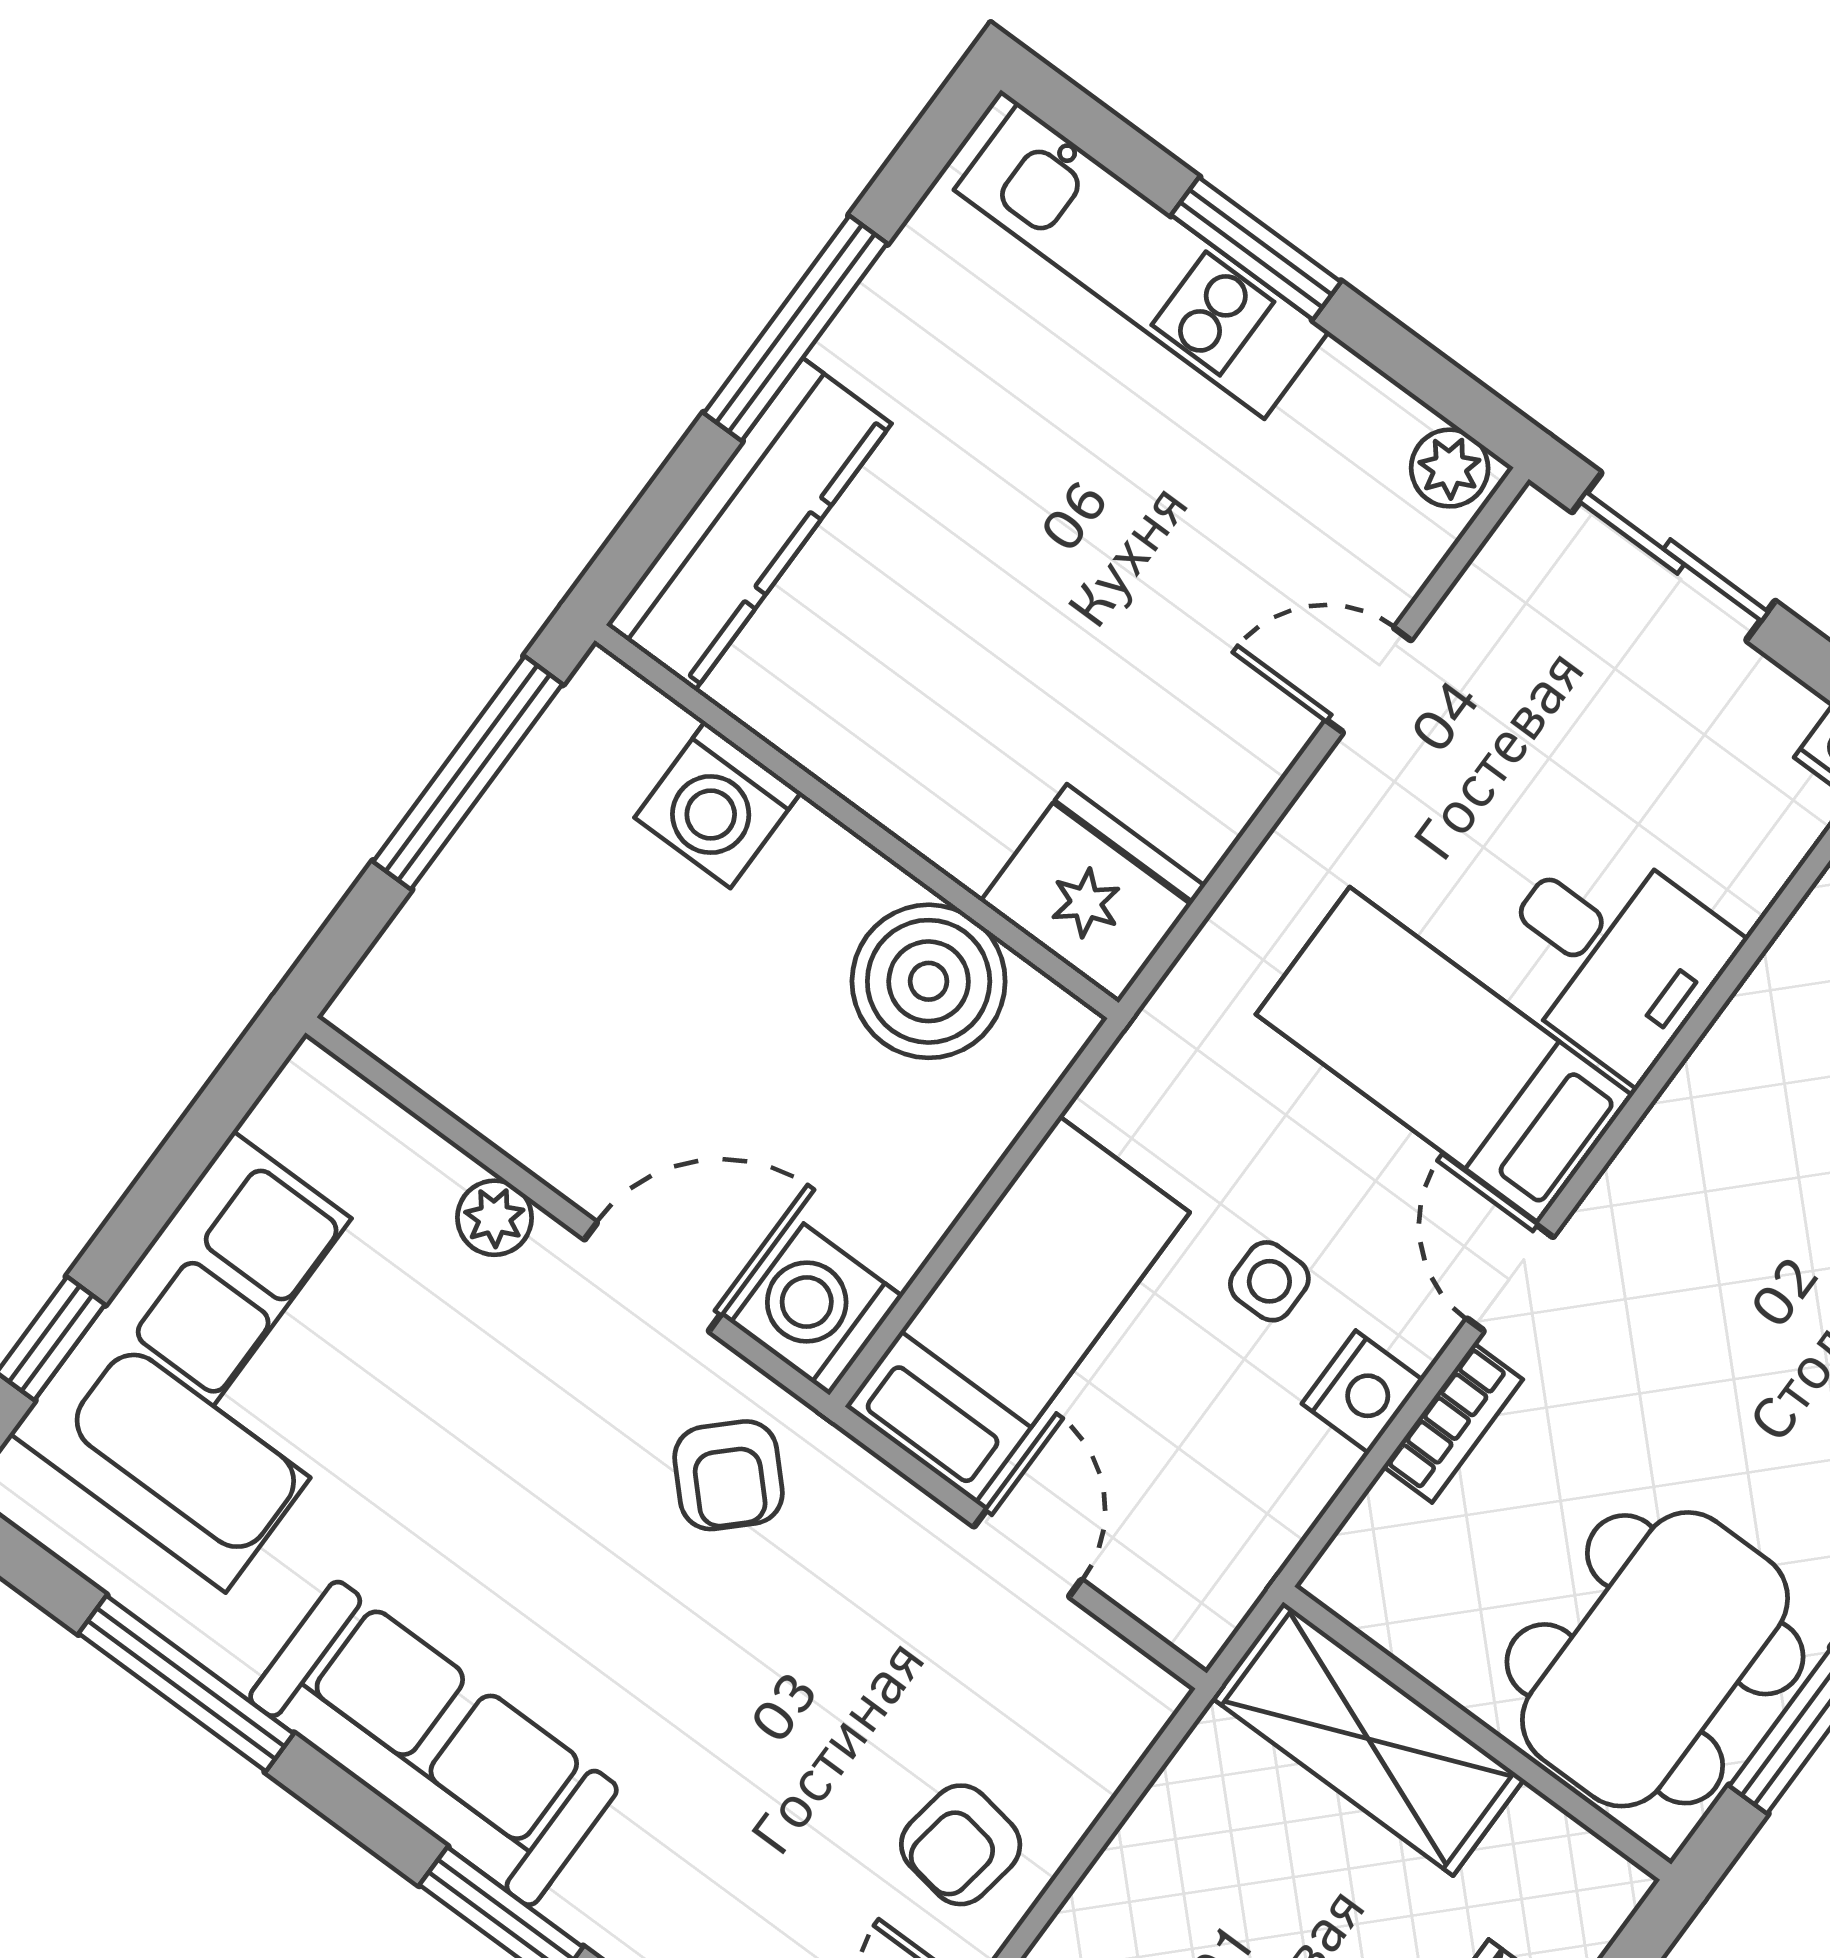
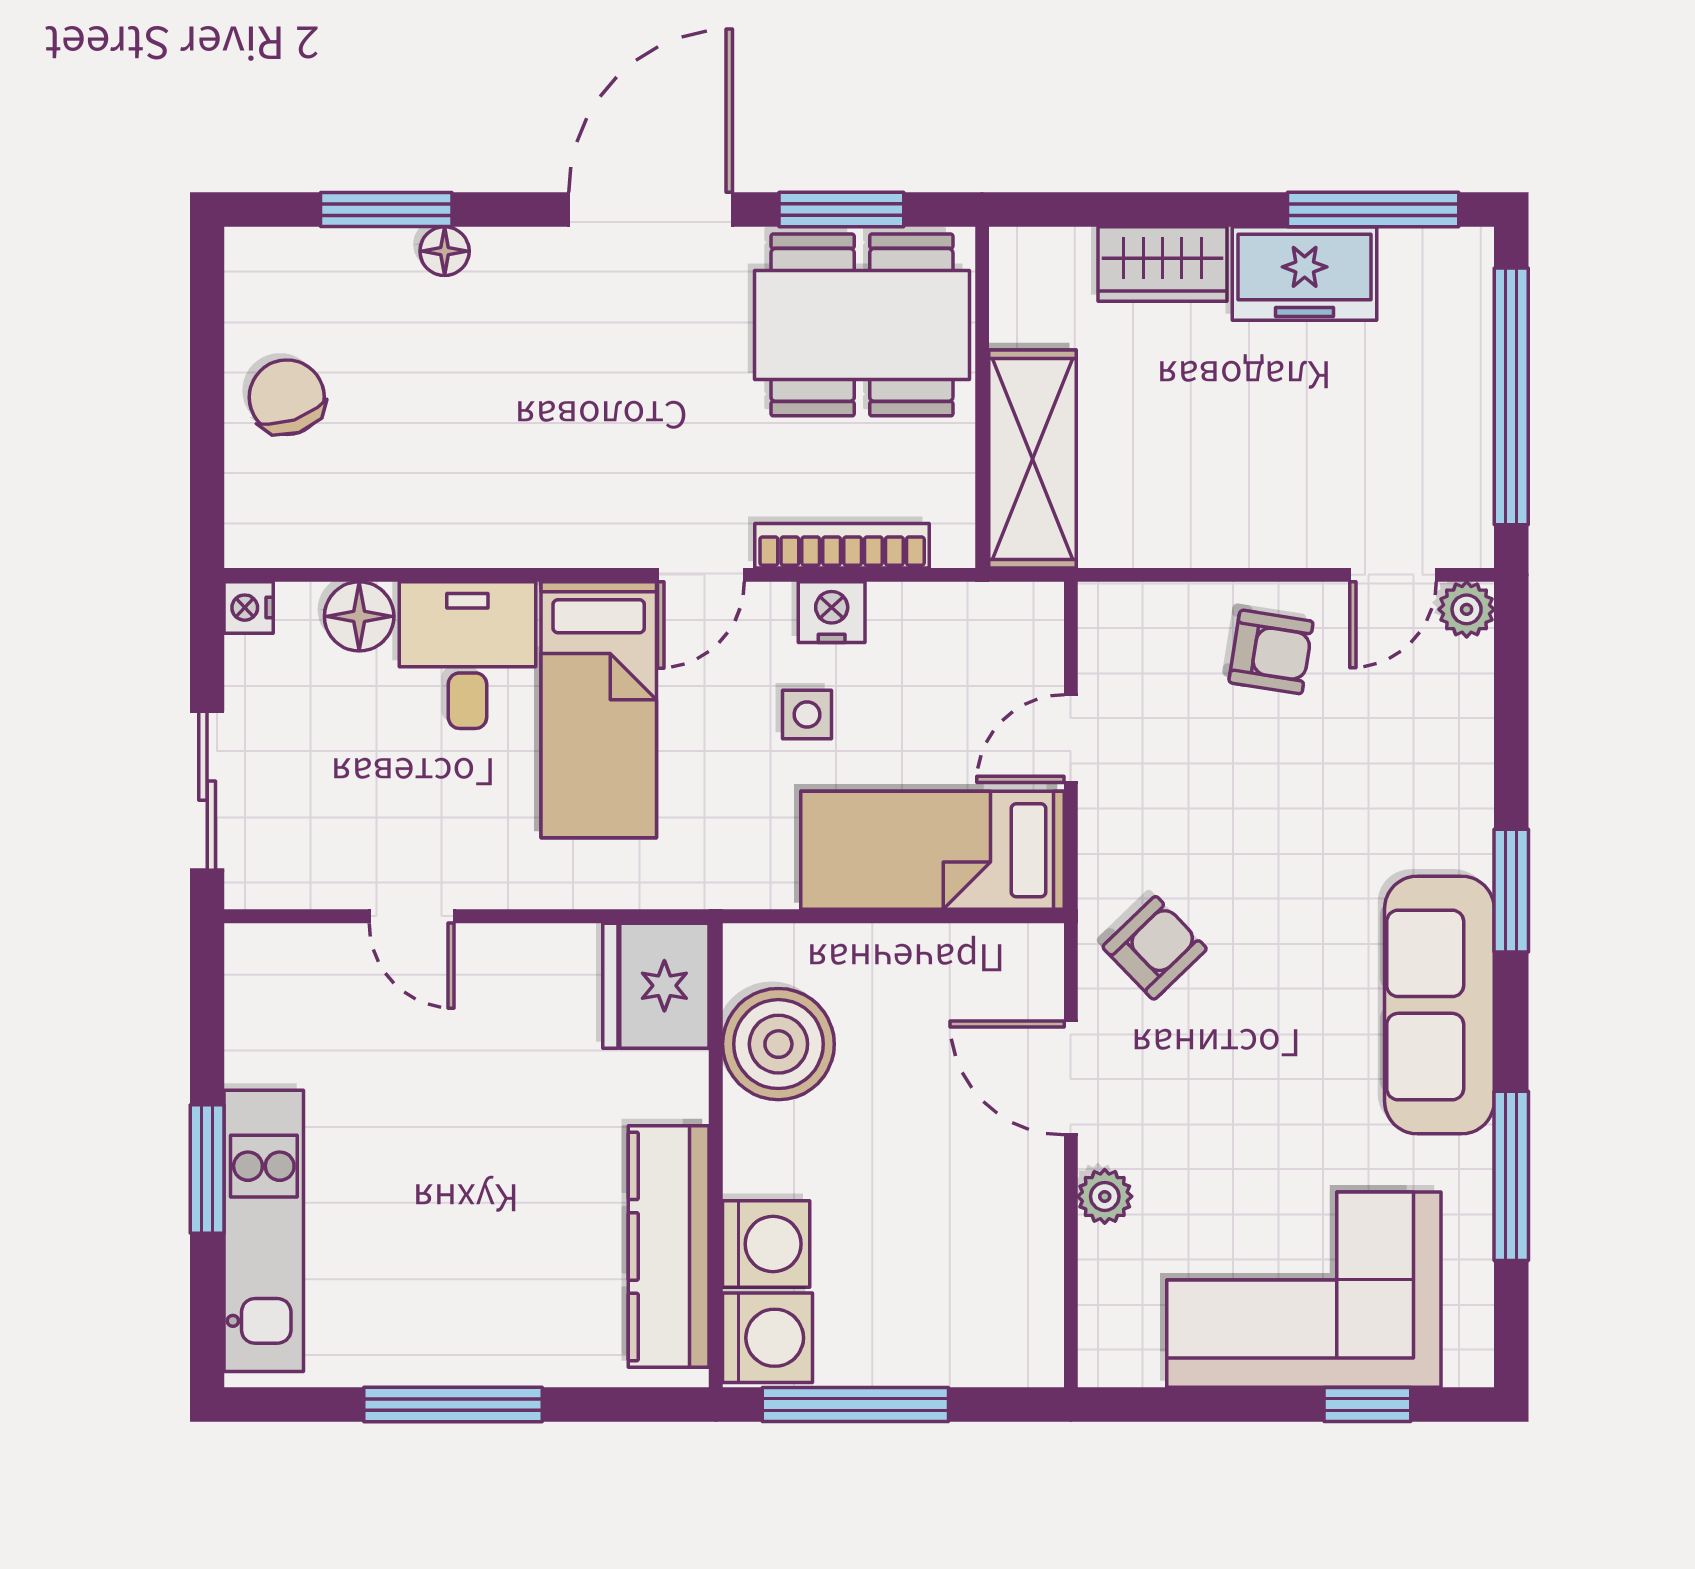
plant: (1450, 468) -> (252, 960), removed
kitchen counter: (749, 524) -> (669, 1246), moved, turned -90
floor lamp: (1743, 867) -> (359, 616), added
washing machine: (817, 1309) -> (767, 1338), moved, turned -90
bookcase: (1453, 1423) -> (842, 546), width x1.56

